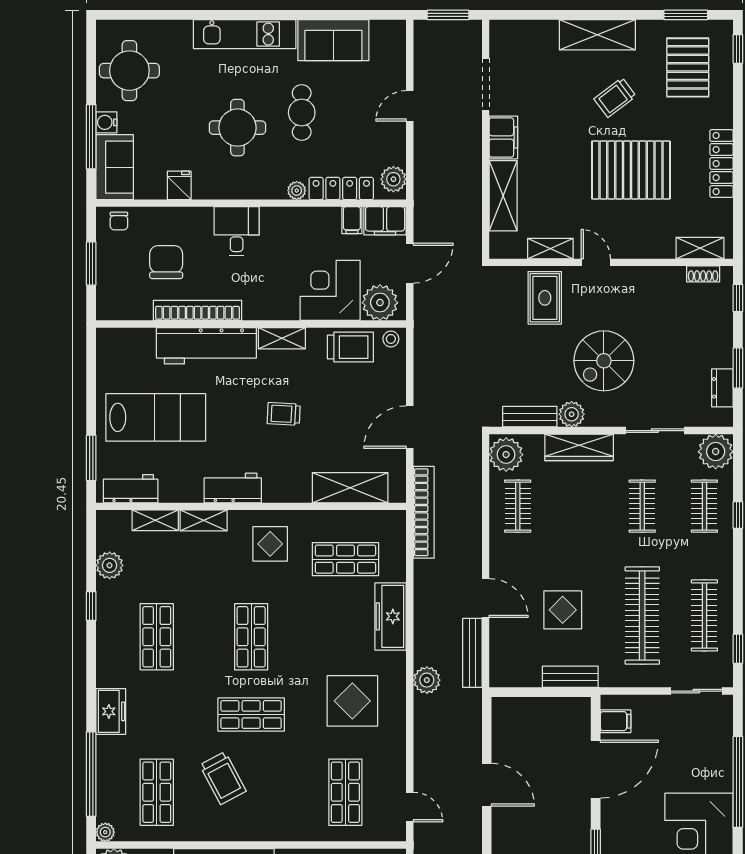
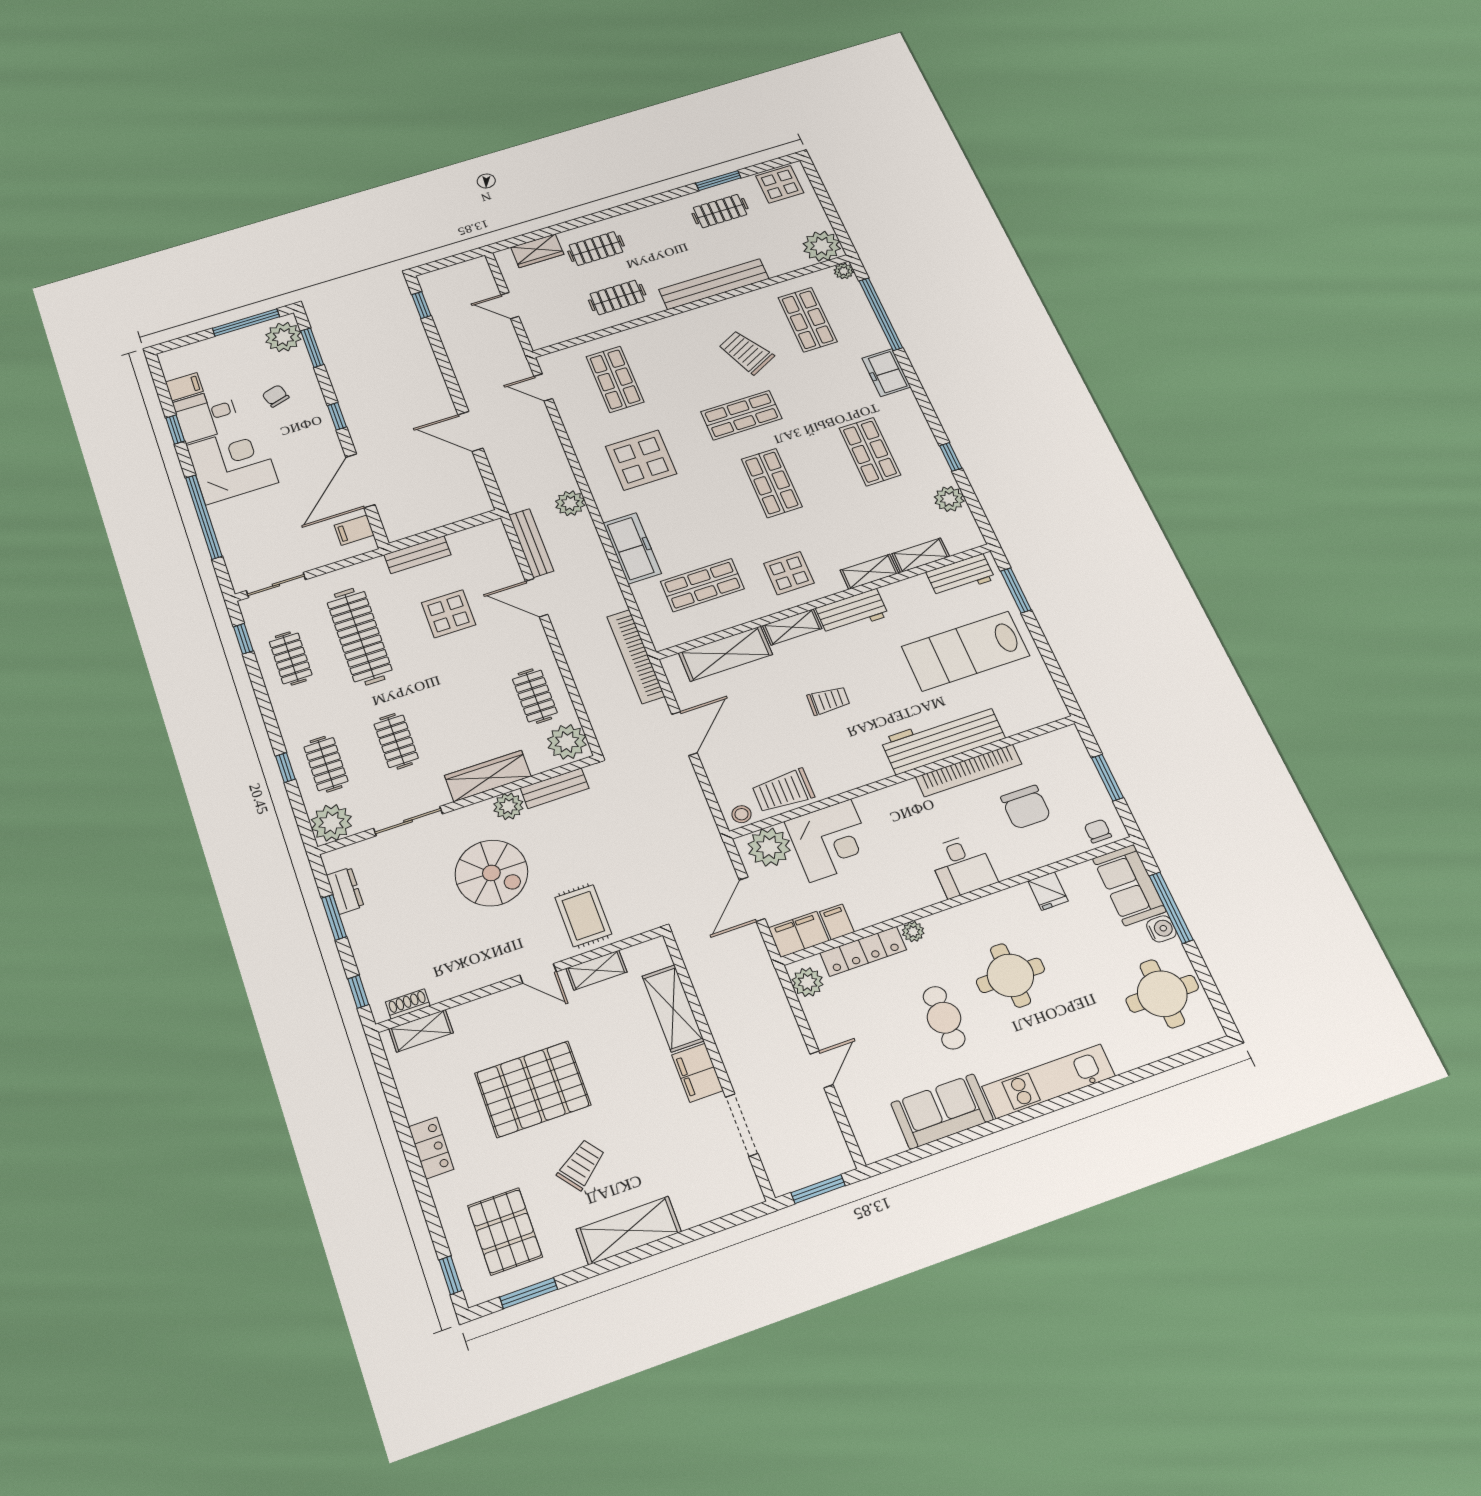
locker: (721, 164) -> (431, 1148), width x0.66
shelving: (282, 338) -> (792, 627), moved
spiral stairs: (604, 361) -> (491, 873), turned 90
clothes rail: (704, 615) -> (291, 658), width x0.73

